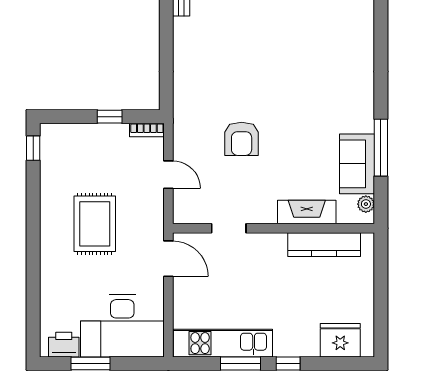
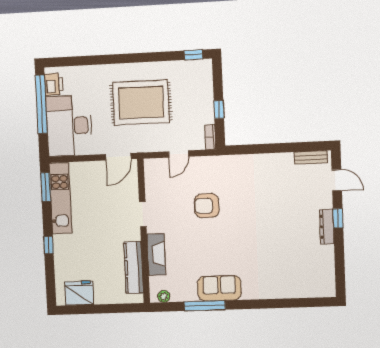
sofa: (357, 164) -> (219, 288), moved
rug: (95, 224) -> (141, 102), width x1.37, depth x1.44
doorway: (229, 228) -> (143, 214), moved
fridge: (340, 340) -> (79, 293), moved, turned -90
window: (90, 363) -> (41, 104), width x2.11
window: (240, 363) -> (46, 187), moved

